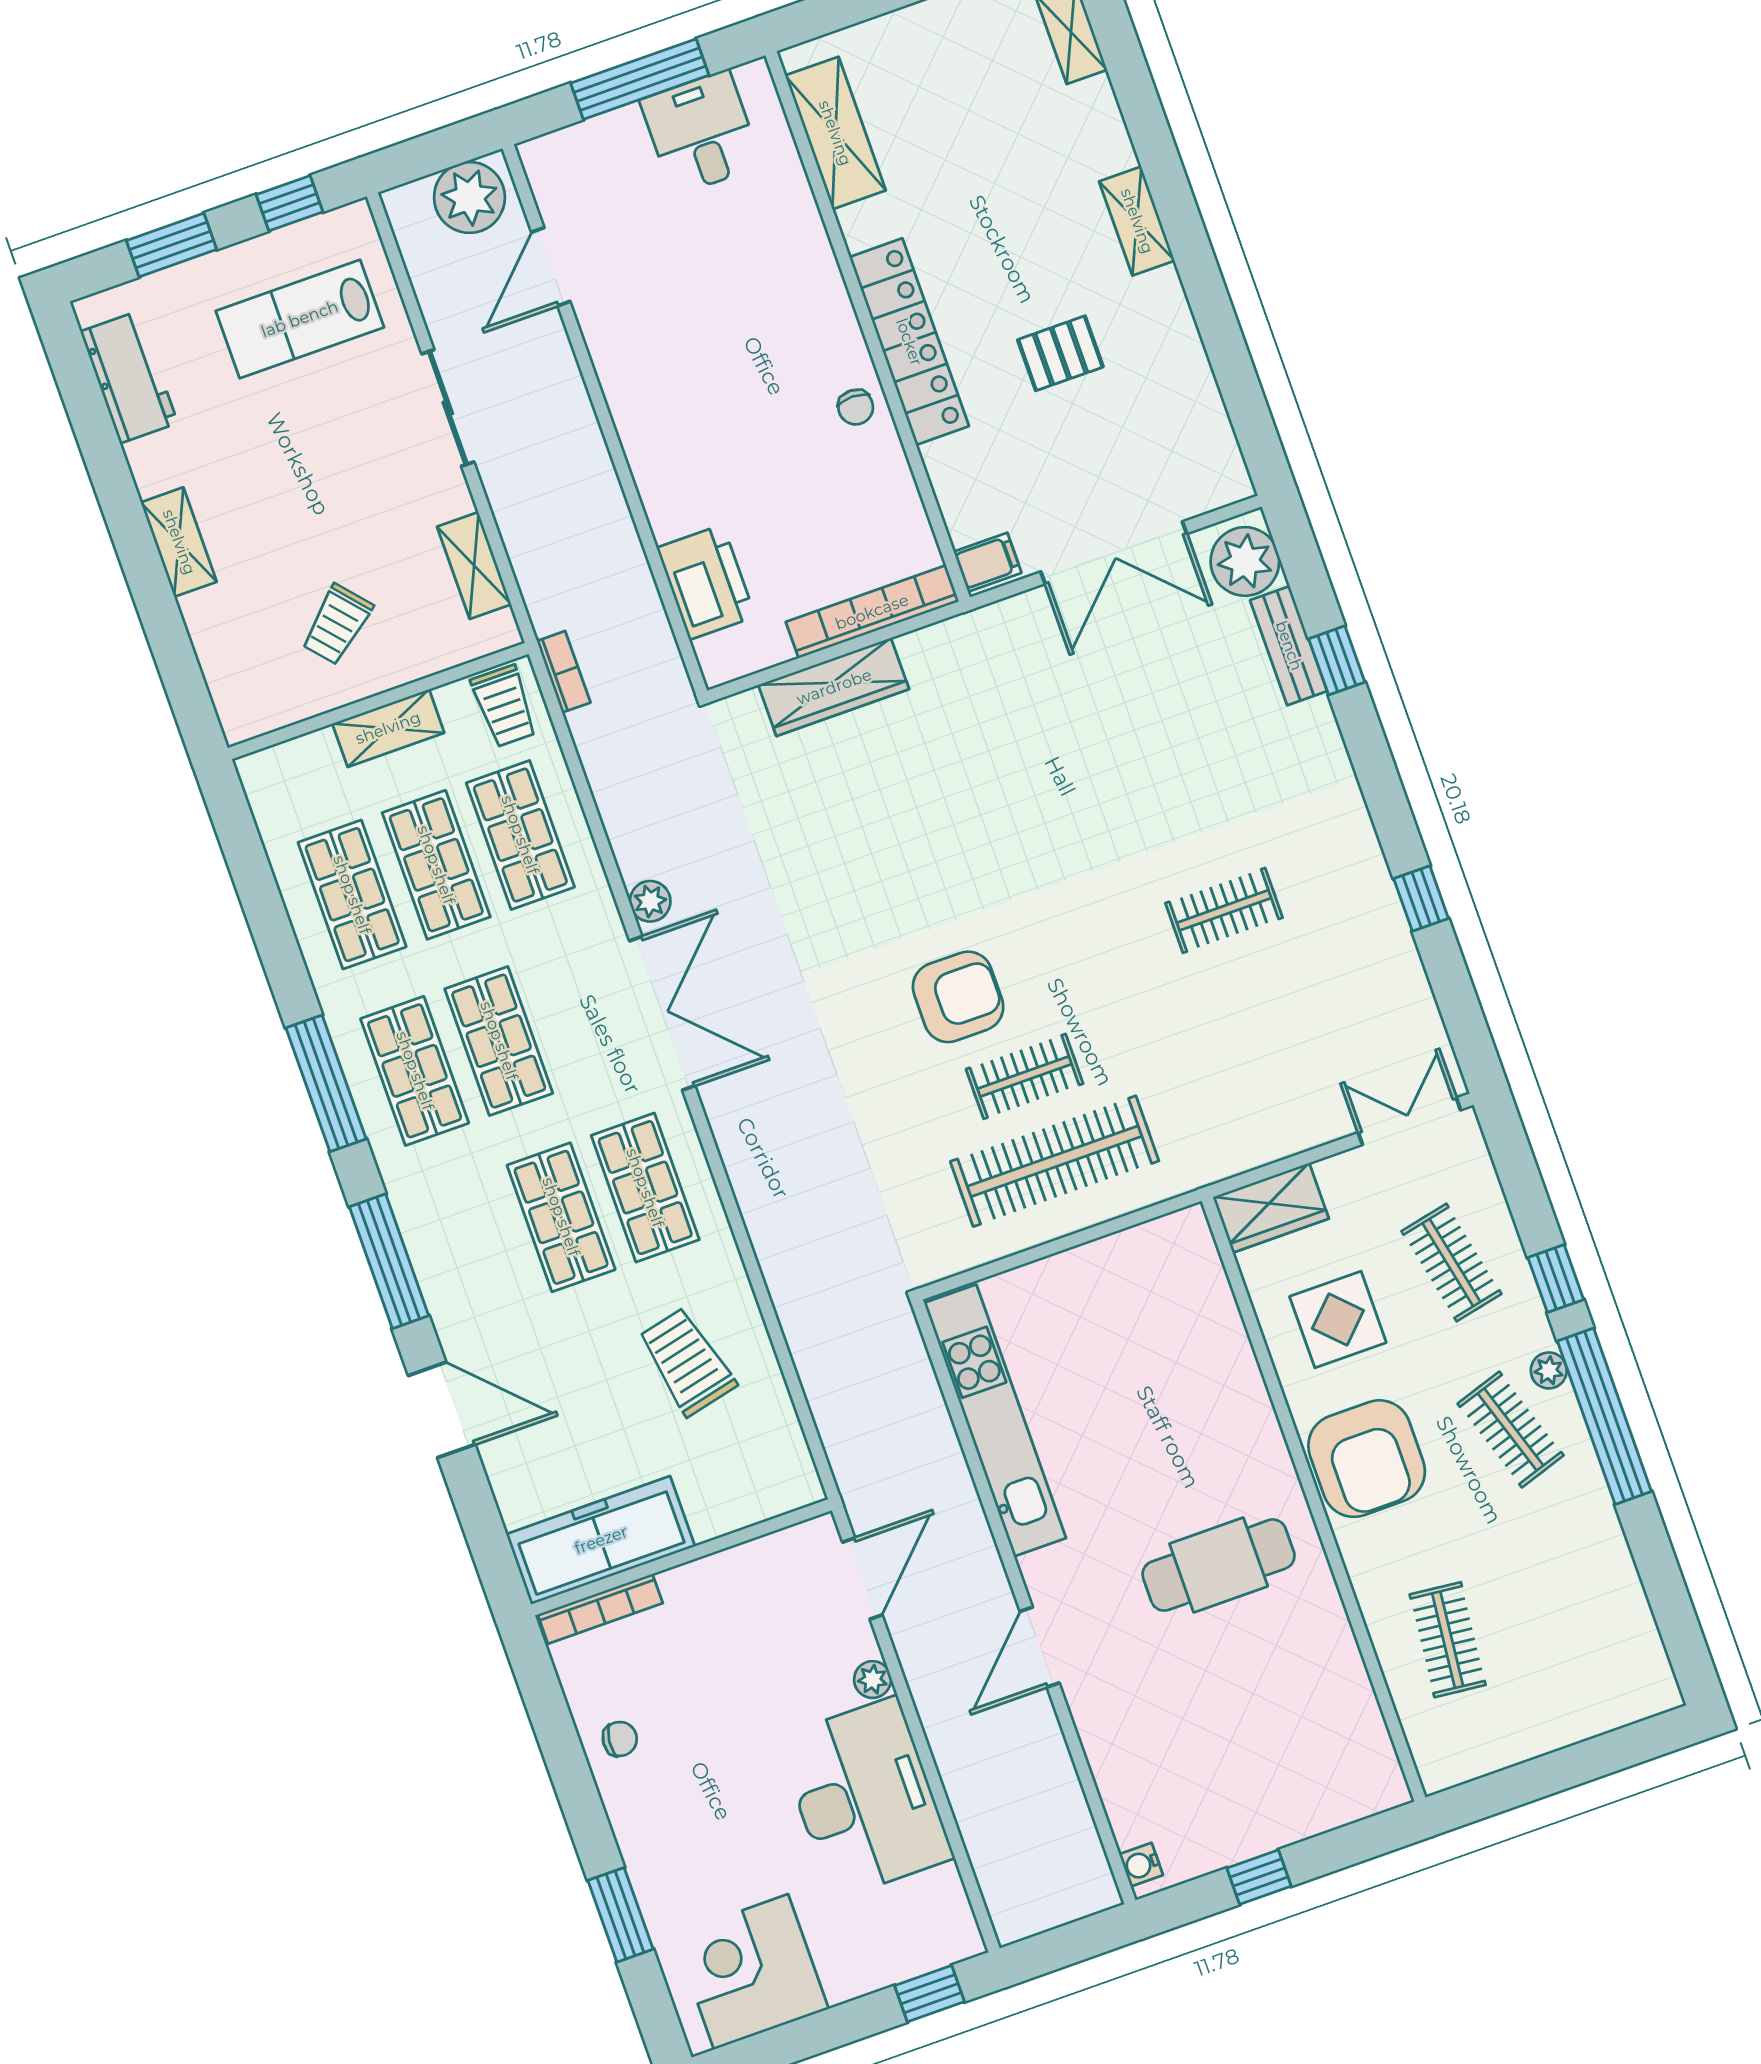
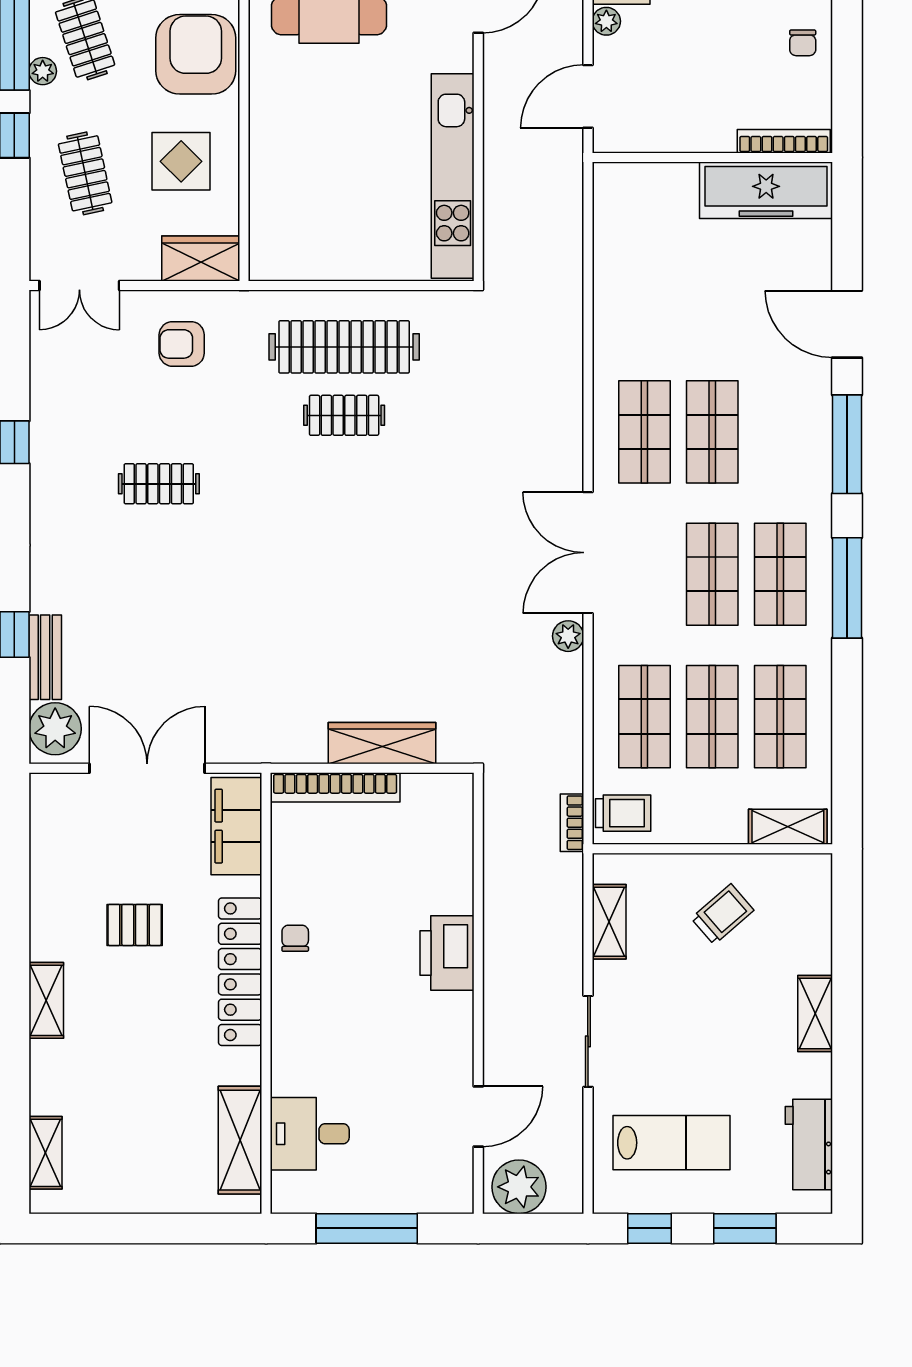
desk: (701, 133) -> (310, 1134), moved, turned 90
filing cabinet: (988, 562) -> (236, 826), width x3.00, depth x1.17
printer: (706, 582) -> (447, 953), moved
trolley: (504, 706) -> (623, 813), turned 90
shelving: (388, 728) -> (788, 827), moved
armchair: (958, 997) -> (182, 344), moved, width x0.72, depth x0.72
trolley: (687, 1362) -> (659, 296), removed
chair: (620, 1739) -> (803, 43), turned -96

